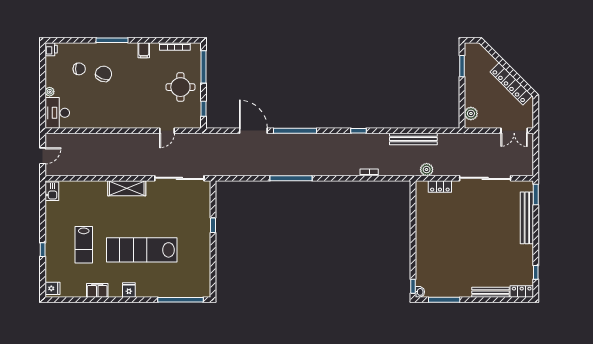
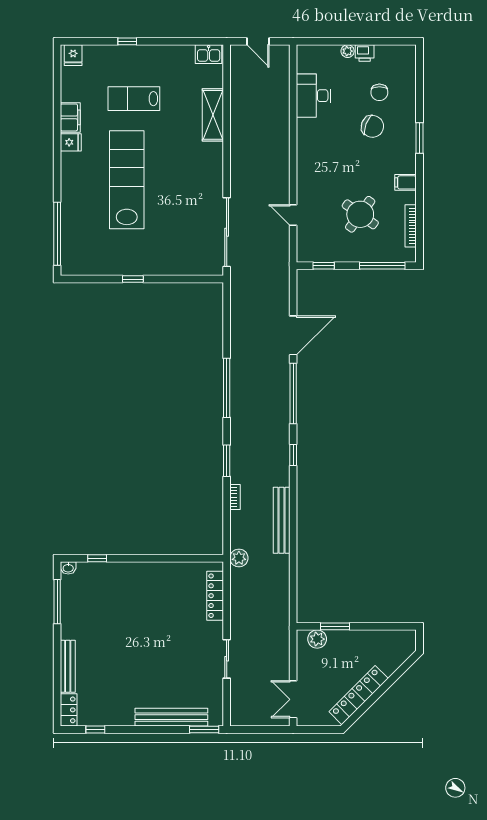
window: (112, 40) -> (419, 138), width x0.69
printer: (51, 49) -> (365, 53), moved
window: (462, 66) -> (335, 626), moved
round table: (180, 87) -> (360, 214), moved, turned 36
desk: (57, 113) -> (313, 96), moved, turned -90
window: (359, 131) -> (293, 455), moved
bench: (413, 139) -> (282, 520), moved
plant: (427, 170) -> (239, 558), moved
window: (343, 178) -> (227, 461), added
sliding door: (485, 178) -> (227, 659), width x0.54
locker: (440, 187) -> (215, 596), width x1.53
shelving: (127, 188) -> (213, 115), moved
window: (213, 225) -> (133, 279), moved
window: (413, 286) -> (97, 558), moved
fridge: (129, 290) -> (71, 142), moved

